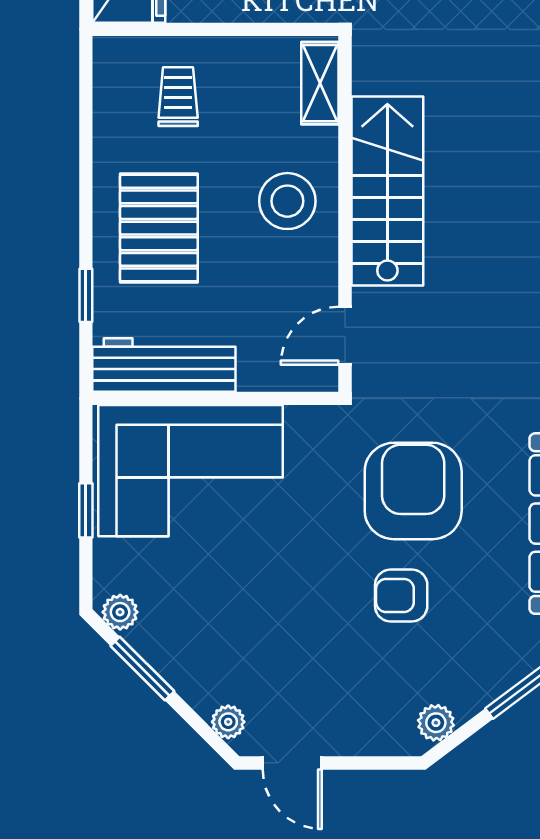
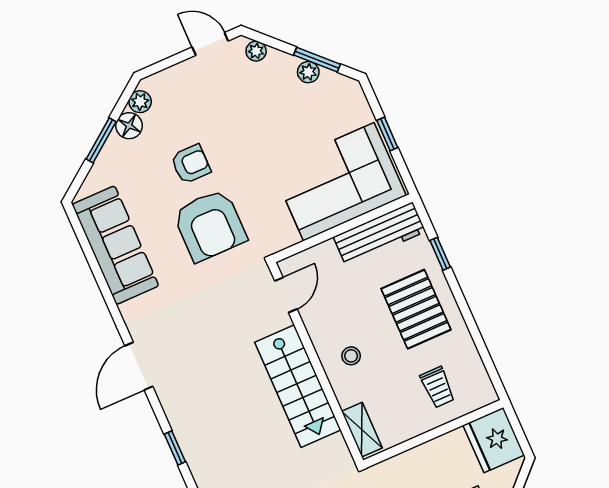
stool: (287, 201) -> (351, 356), width x0.53, depth x0.53
plant: (120, 612) -> (308, 72), moved
floor lamp: (468, 694) -> (129, 126), added

